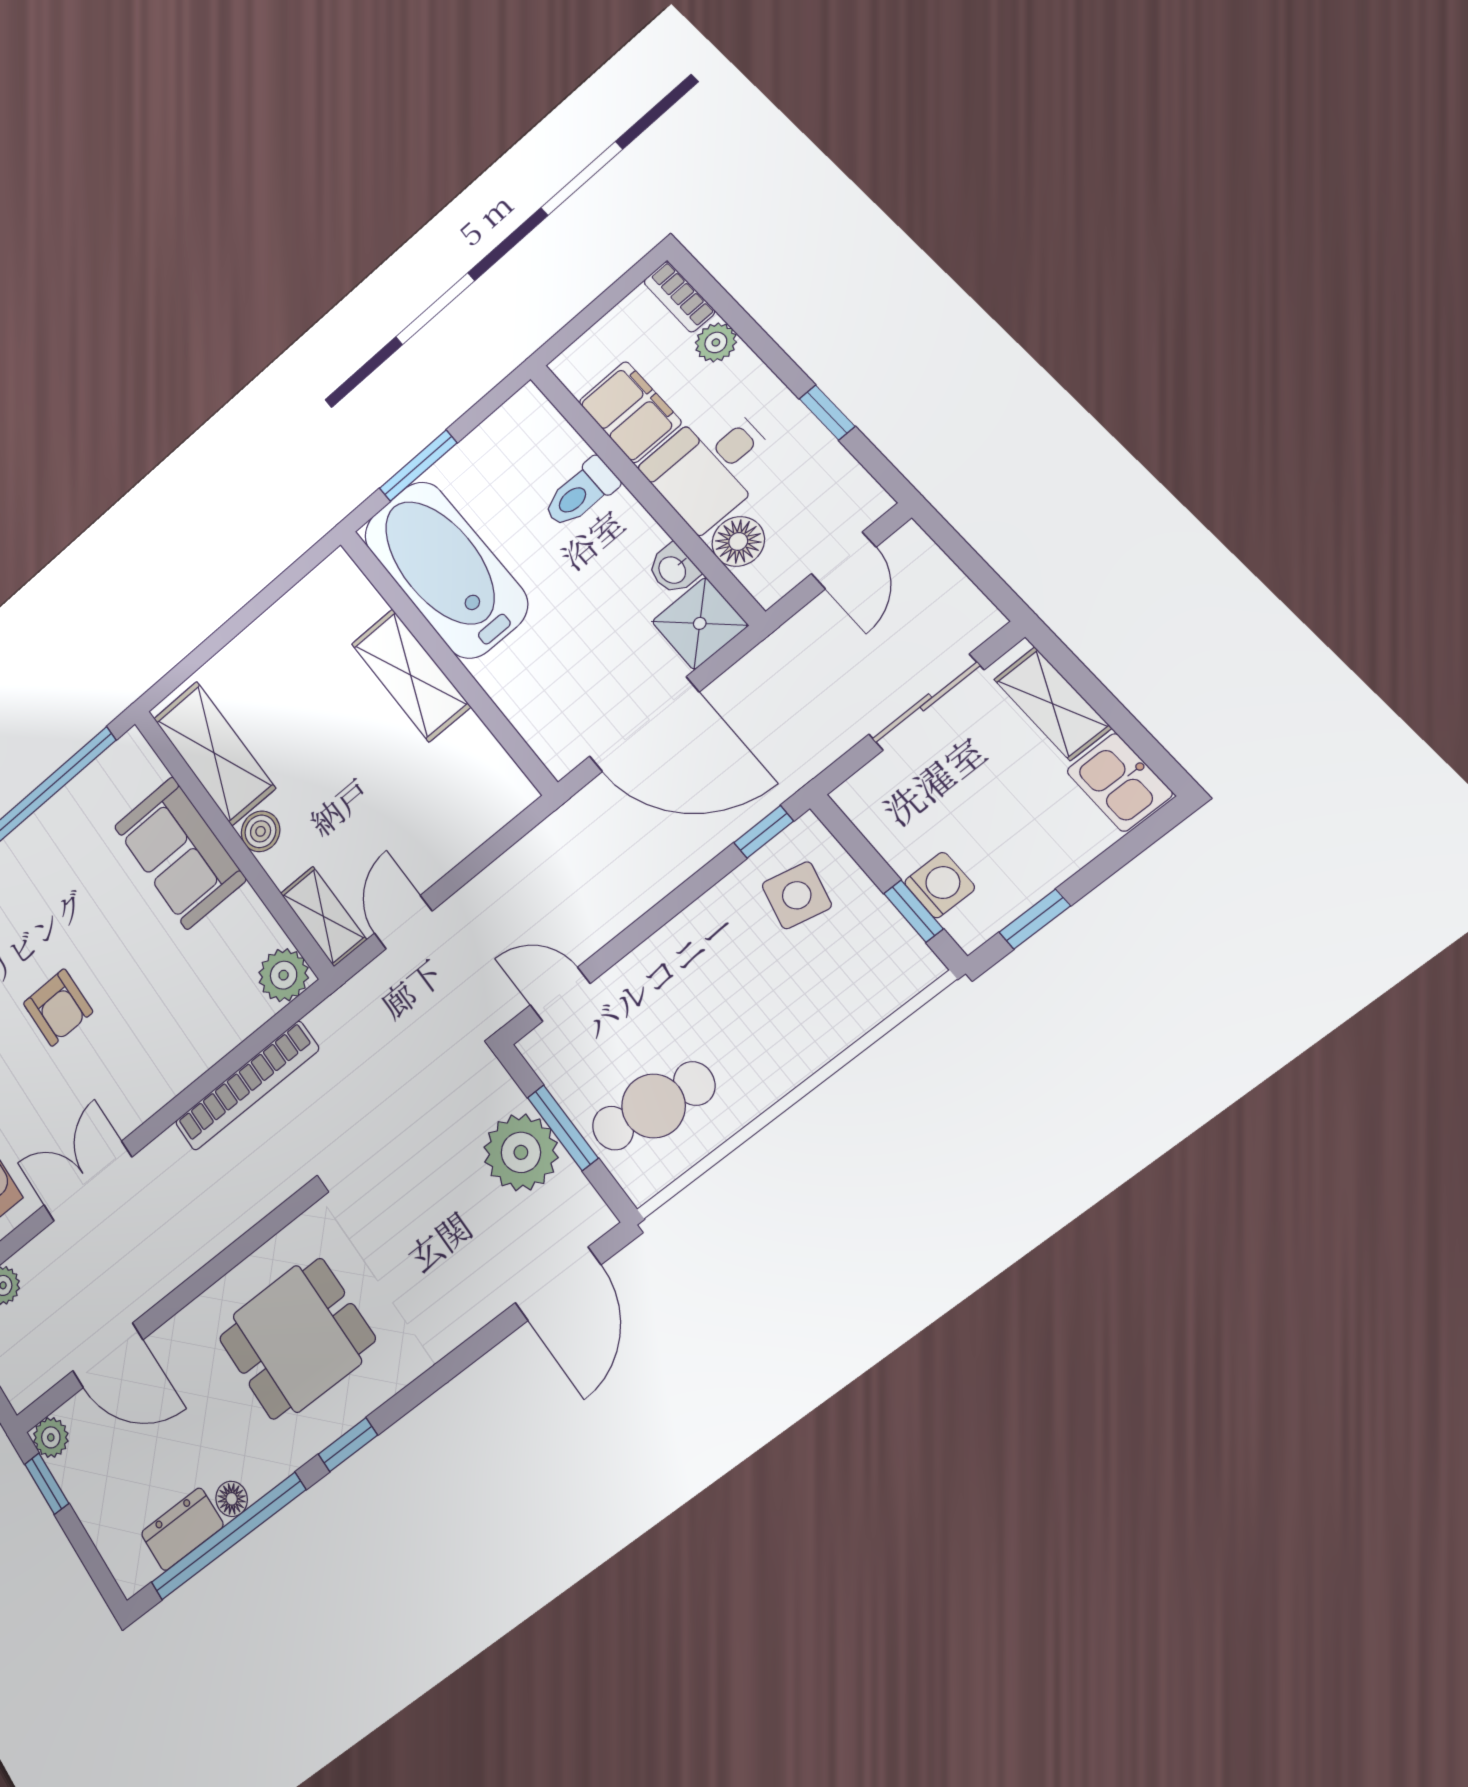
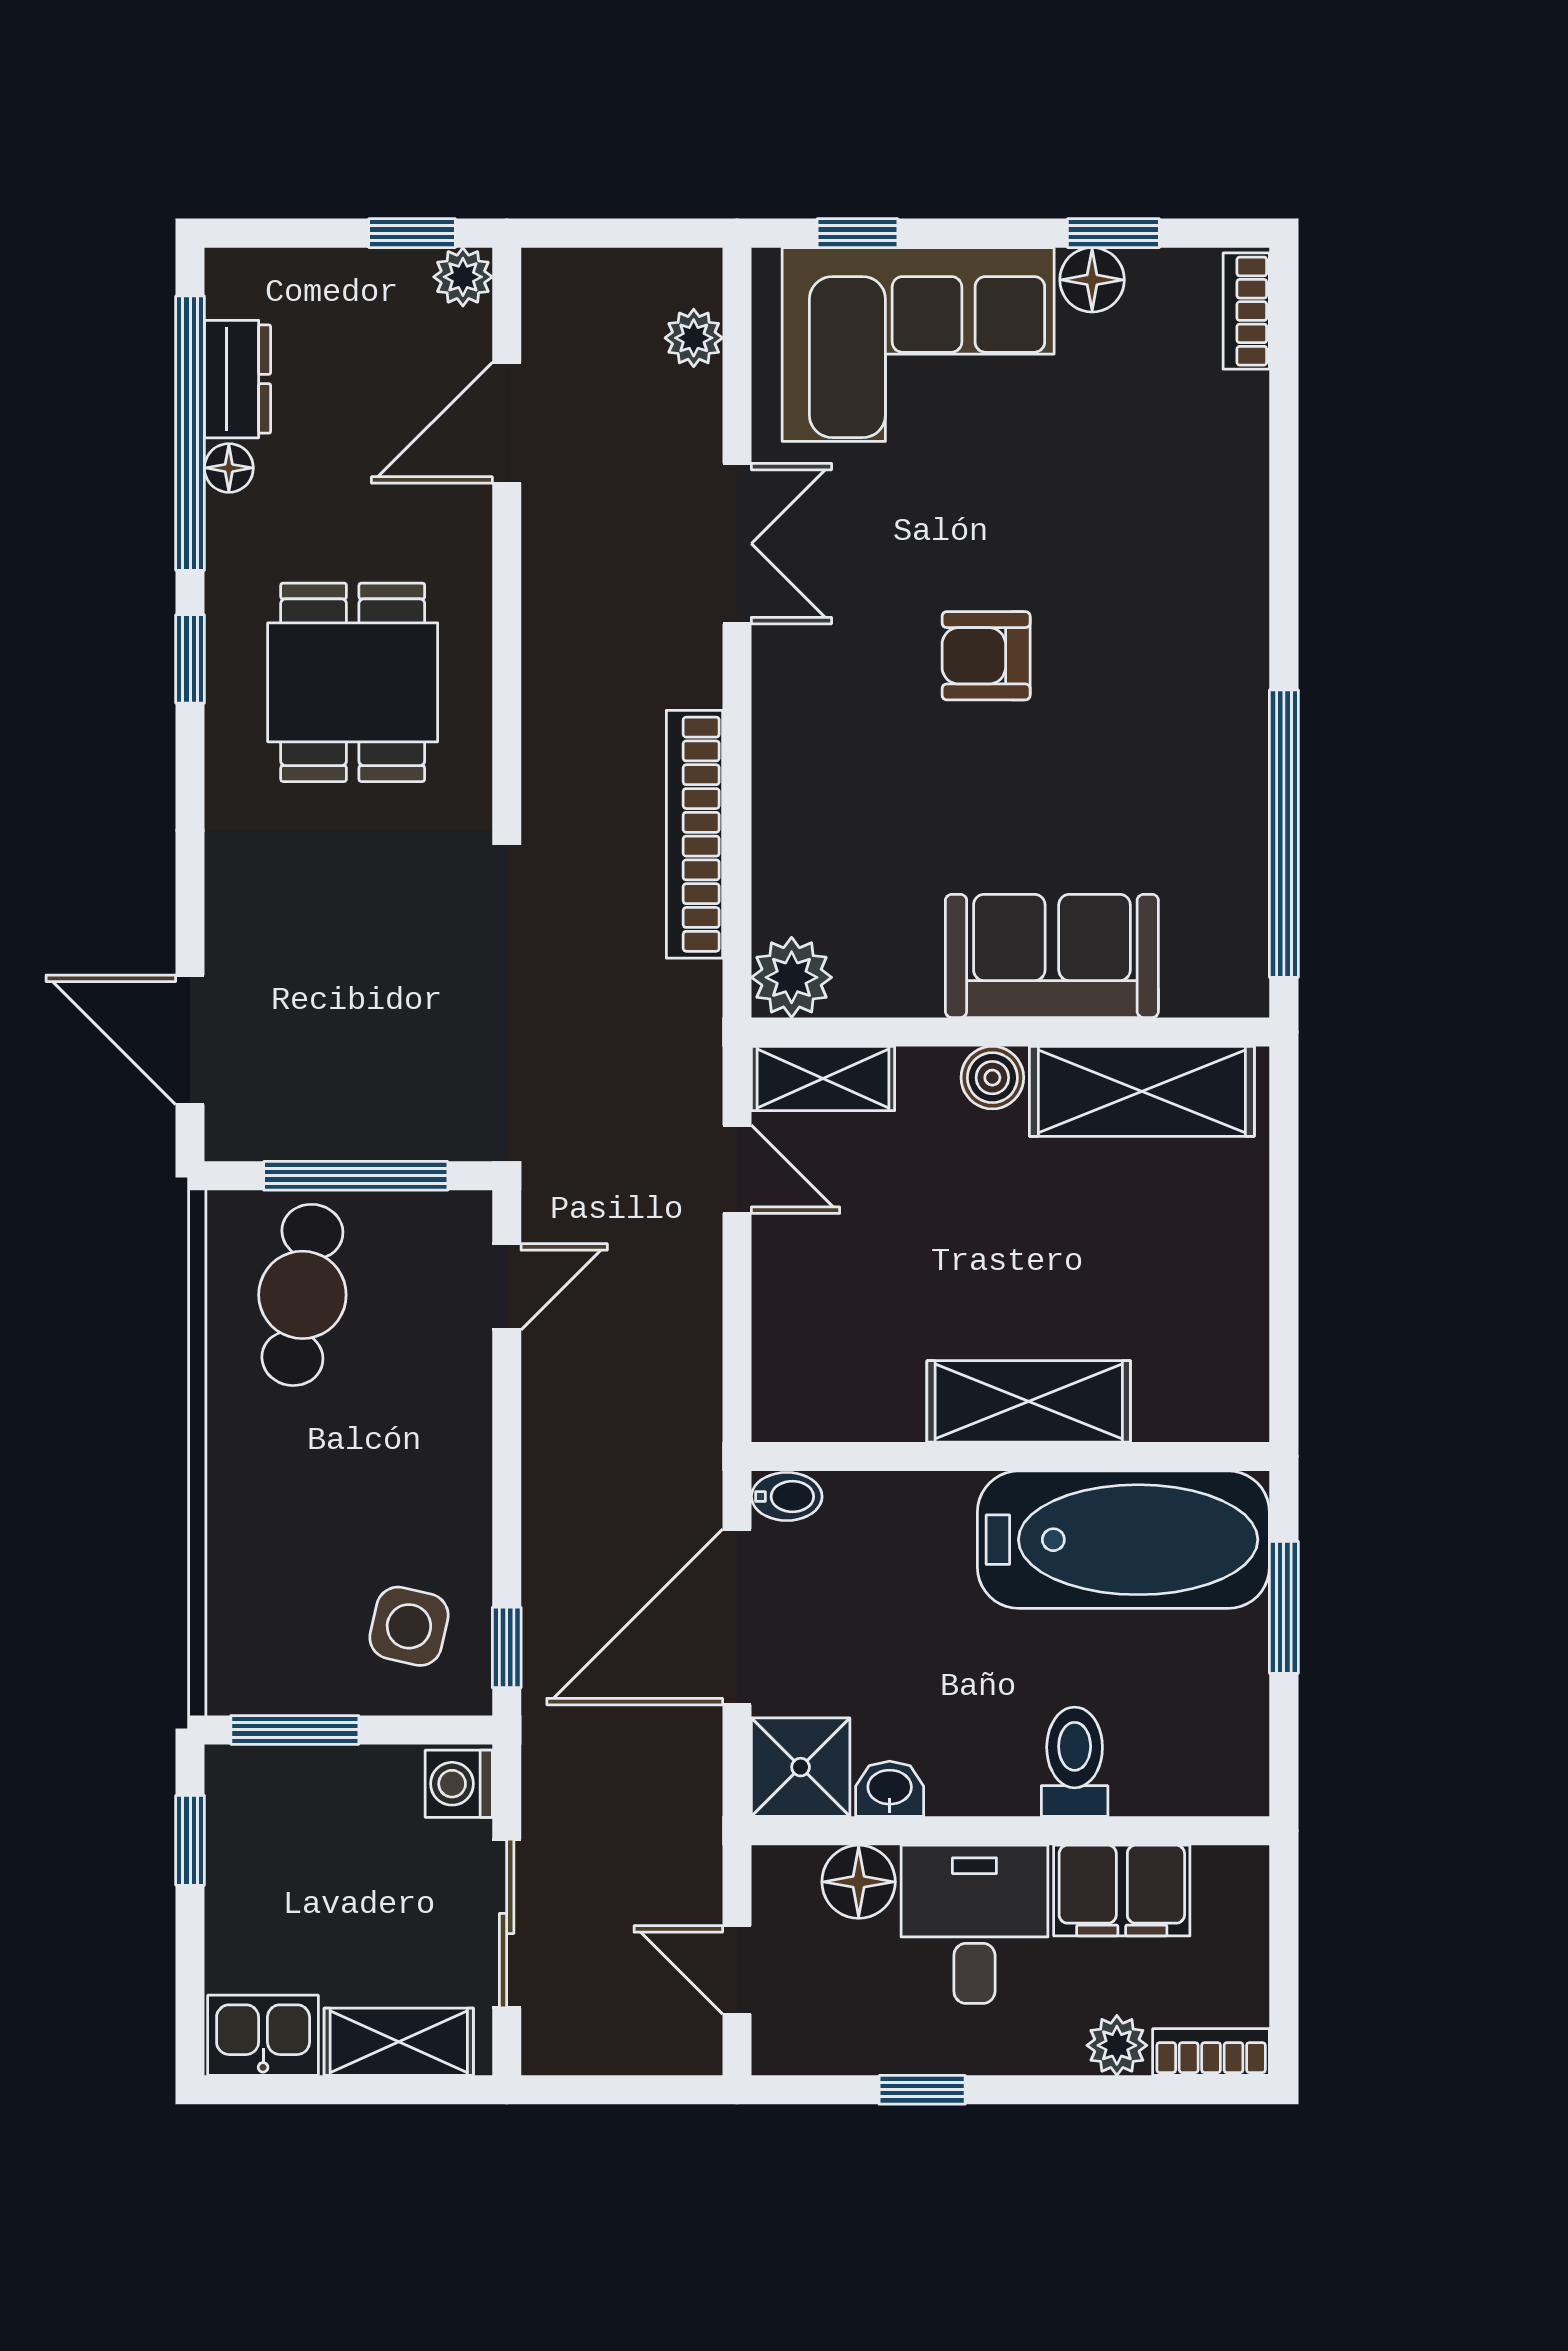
bidet: (557, 753) -> (787, 1497), added
washing machine: (940, 885) -> (459, 1784), moved, turned 90
window: (913, 911) -> (295, 1730), width x1.50
window: (563, 1128) -> (356, 1176), width x1.44
plant: (521, 1152) -> (365, 1107), removed

